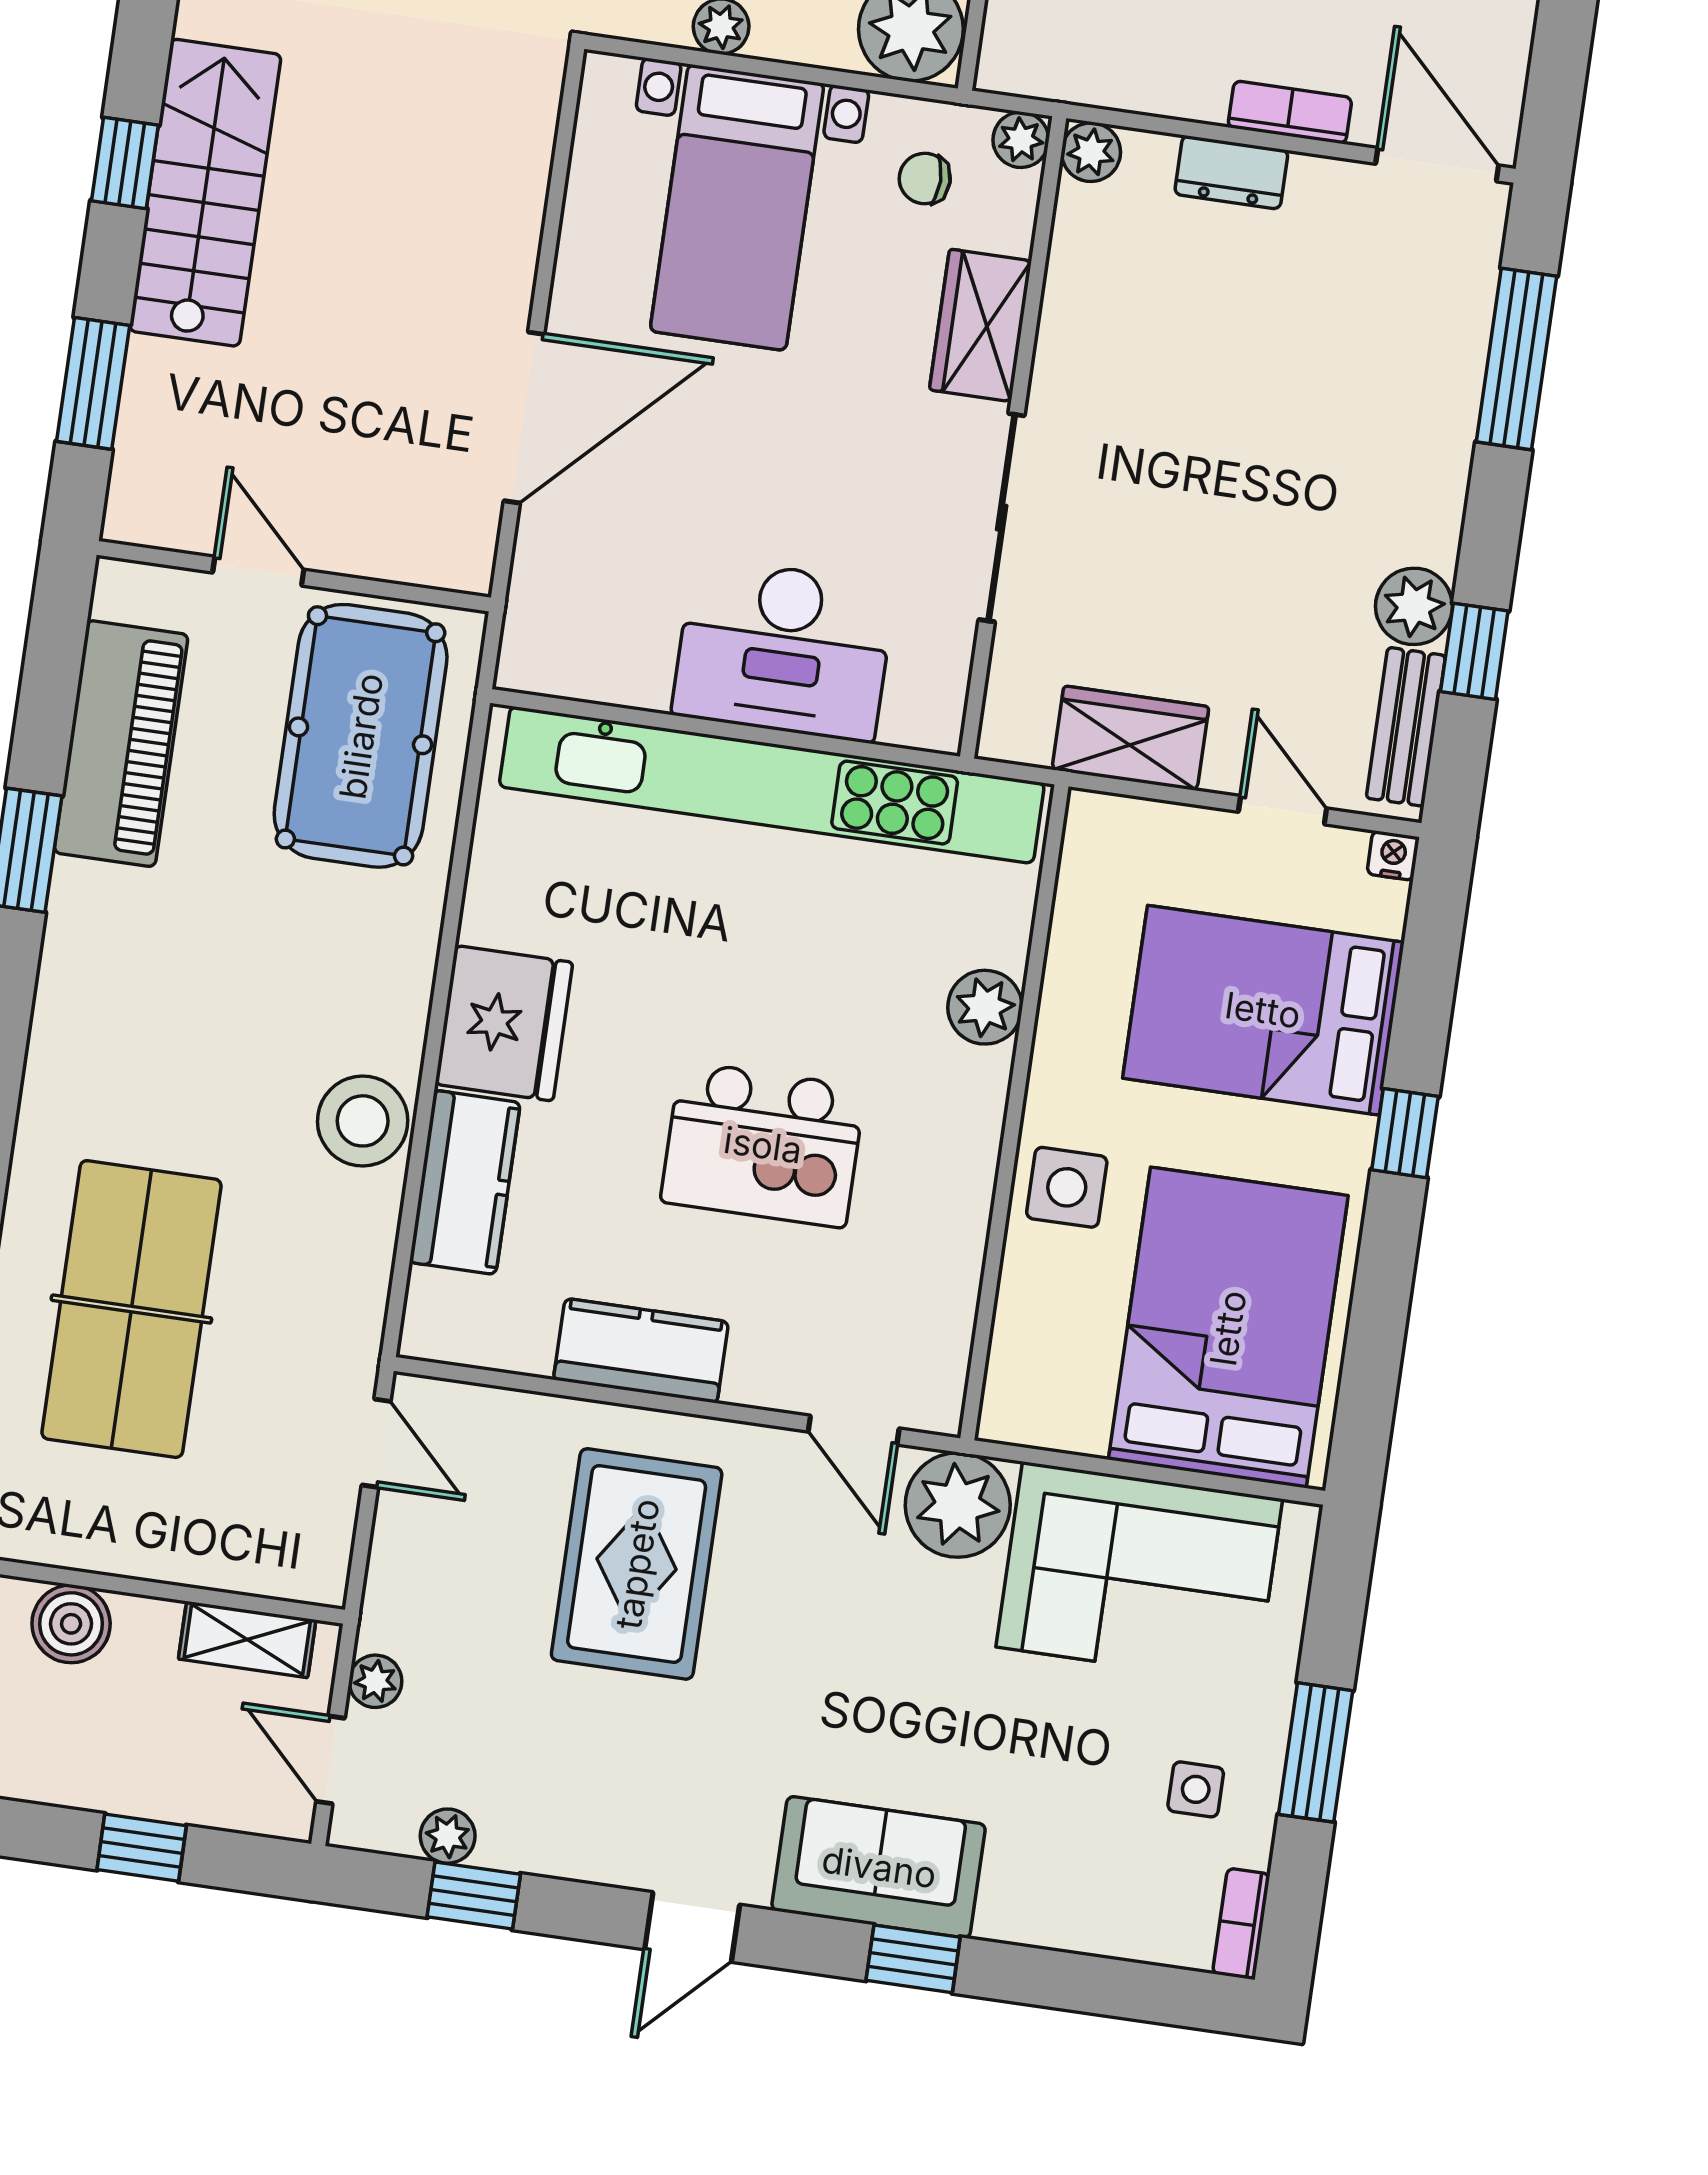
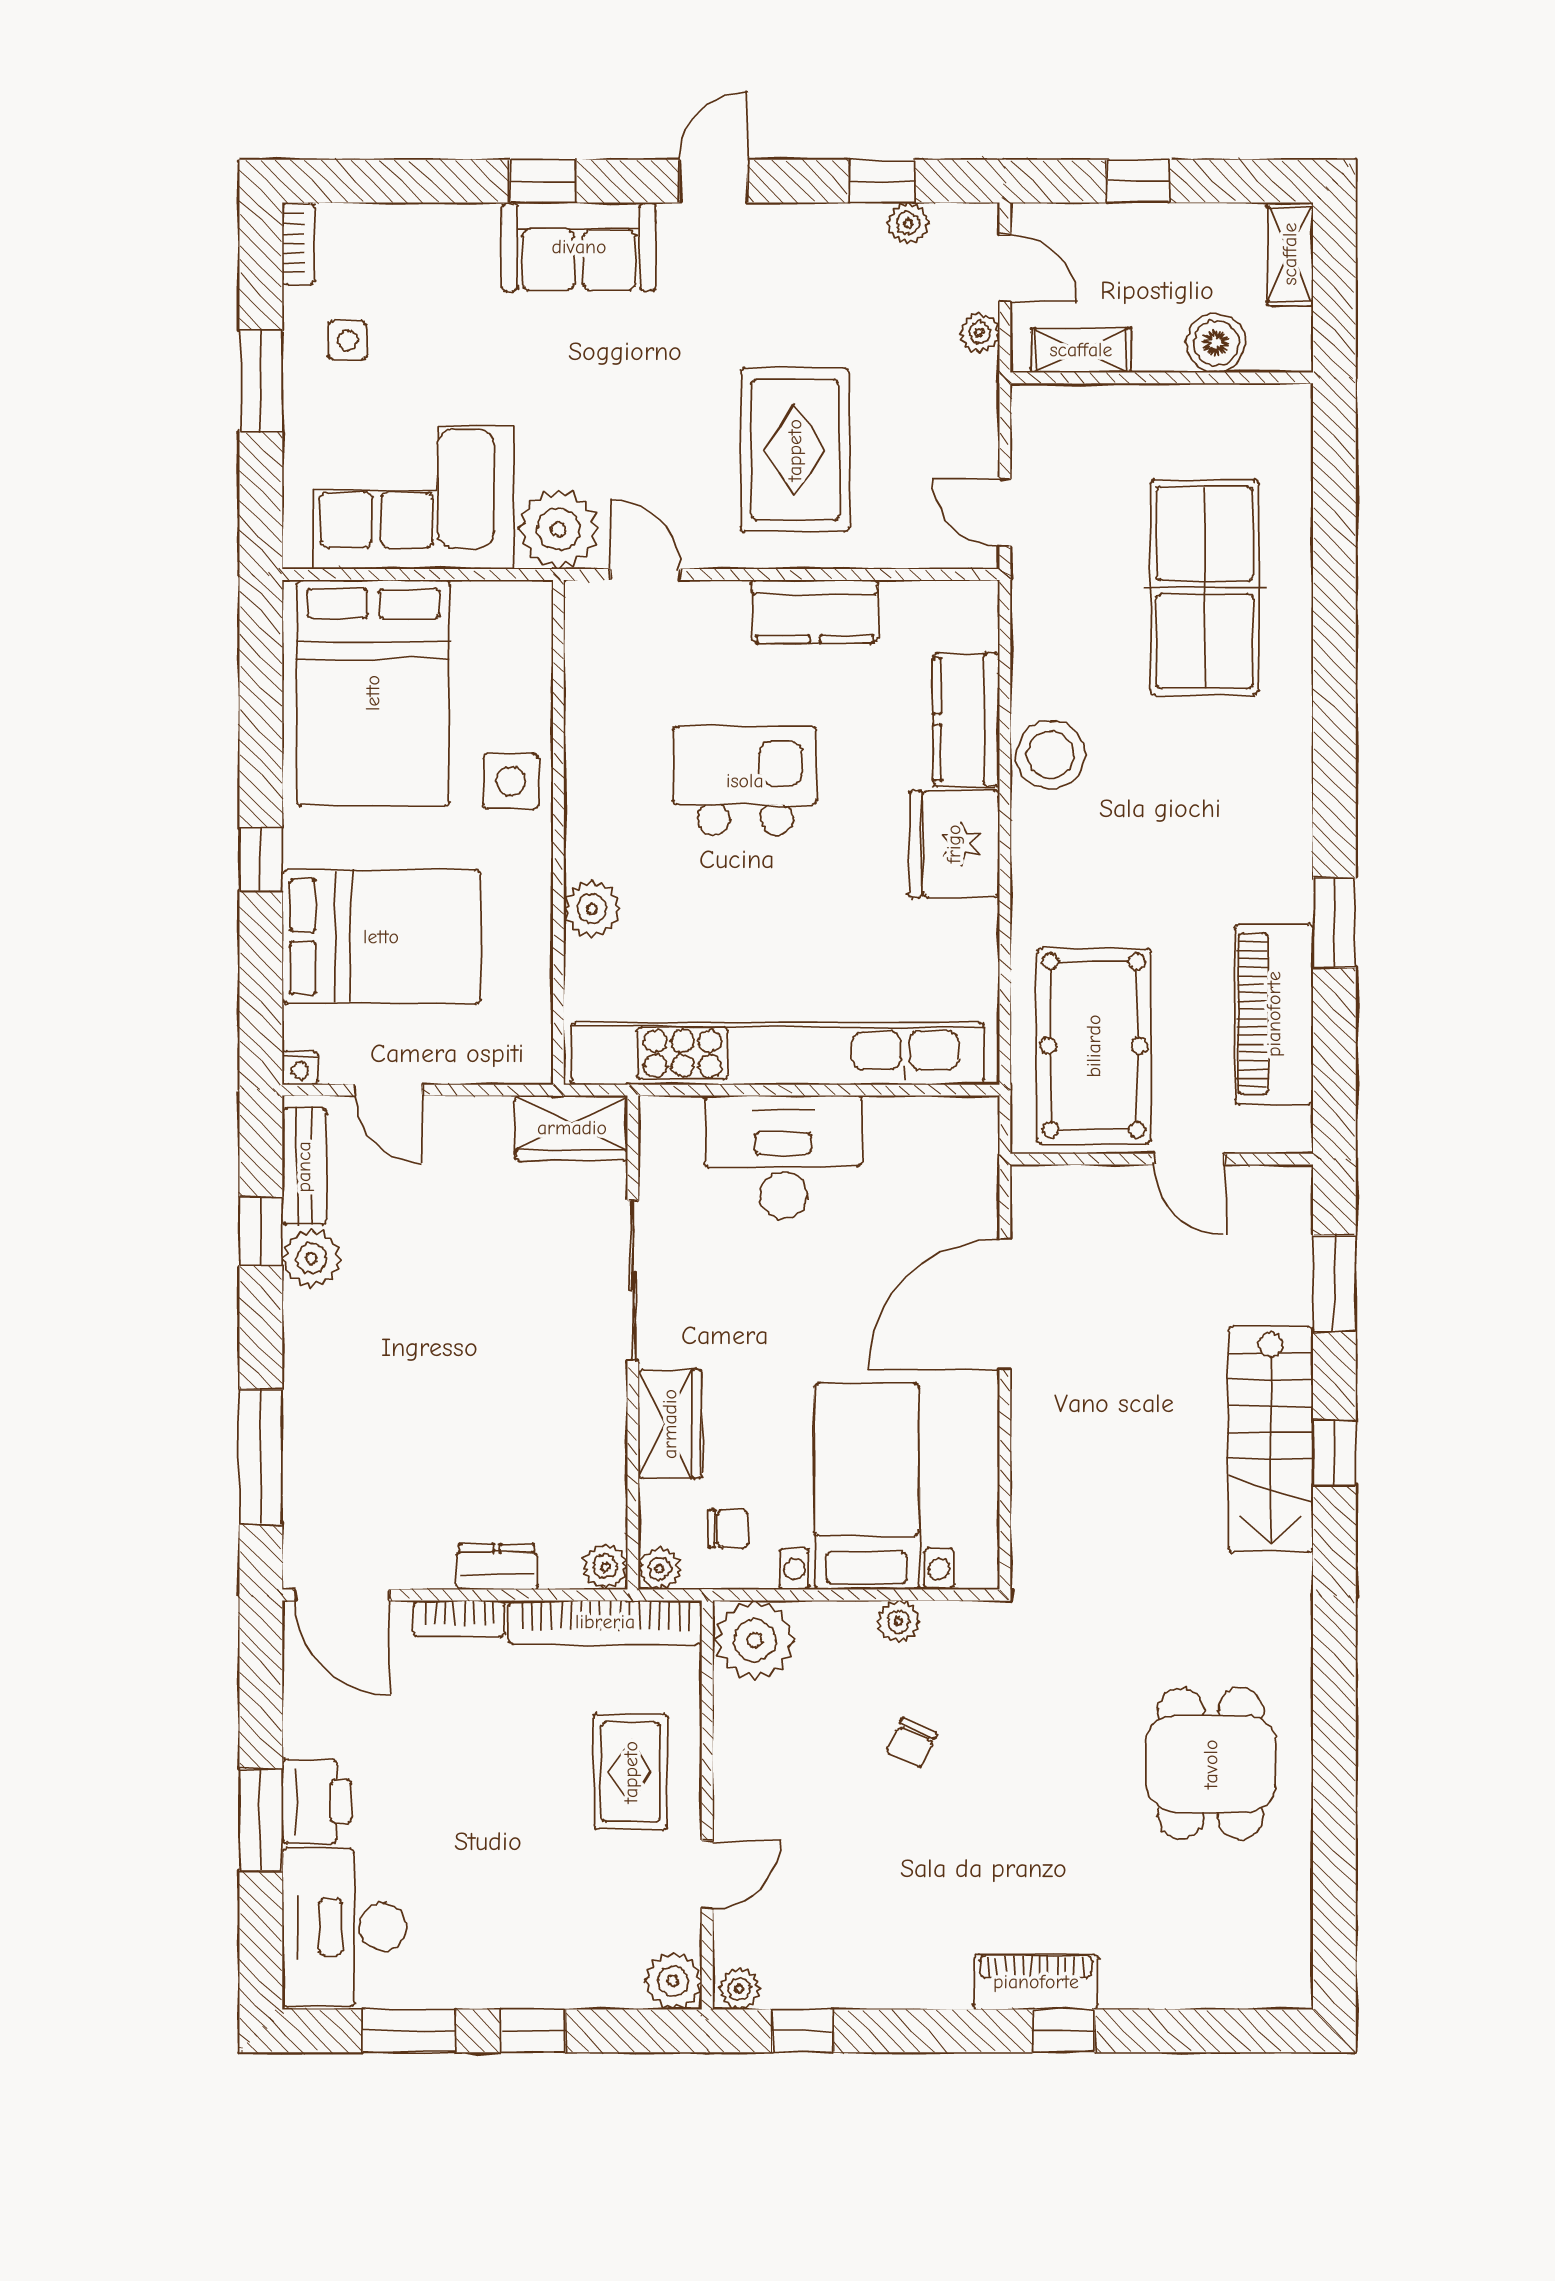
bookcase: (1101, 80) -> (605, 1622), added
wardrobe: (1130, 738) -> (572, 1128), moved

